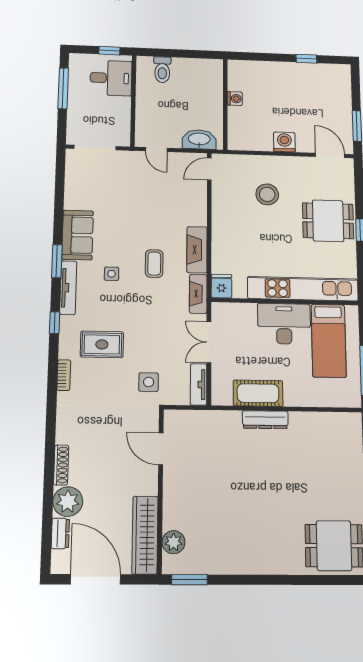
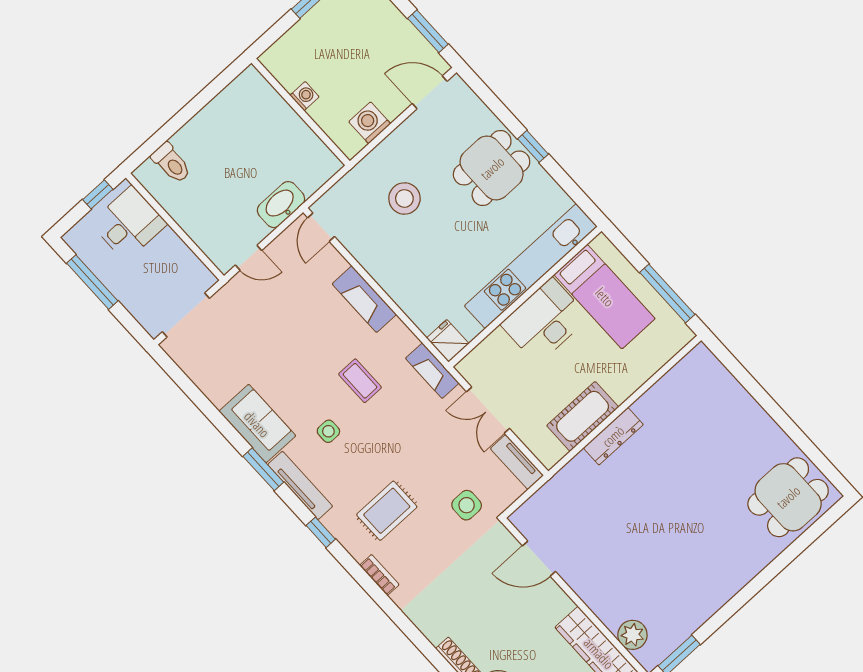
washing machine: (235, 99) -> (304, 96), moved
wall: (225, 104) -> (301, 112), moved
fireplace: (197, 250) -> (364, 299), moved

